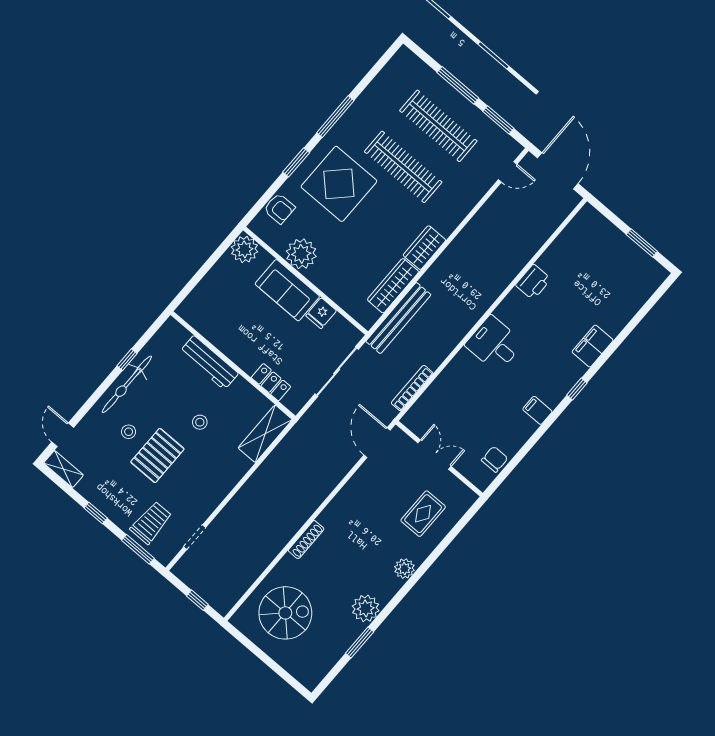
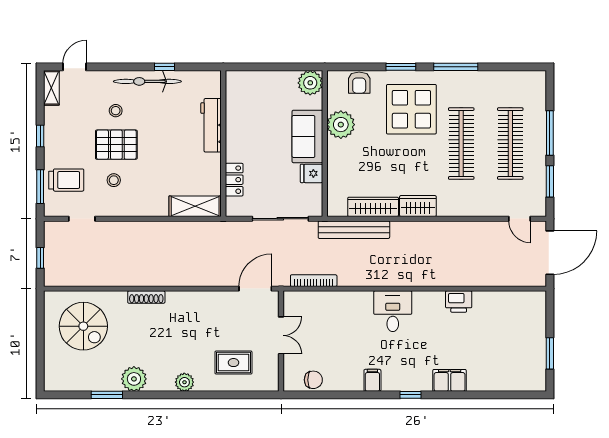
stool: (200, 422) -> (114, 180), moved

